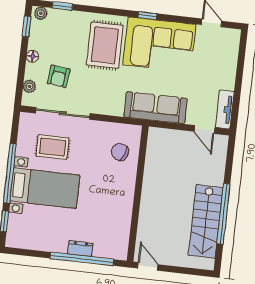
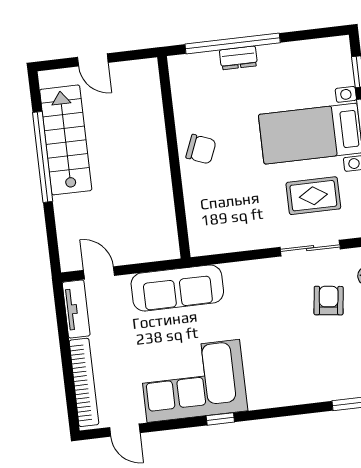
rug: (105, 45) -> (272, 361), removed
bookcase: (231, 60) -> (84, 382), added
sliding door: (63, 113) -> (310, 248), width x0.73
chair: (120, 152) -> (201, 149), moved
door: (148, 266) -> (93, 60), moved

